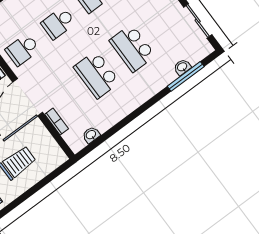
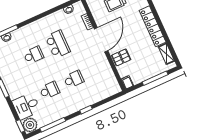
school desk: (132, 48) -> (34, 55), width x0.54
school desk: (23, 50) -> (98, 68), removed

